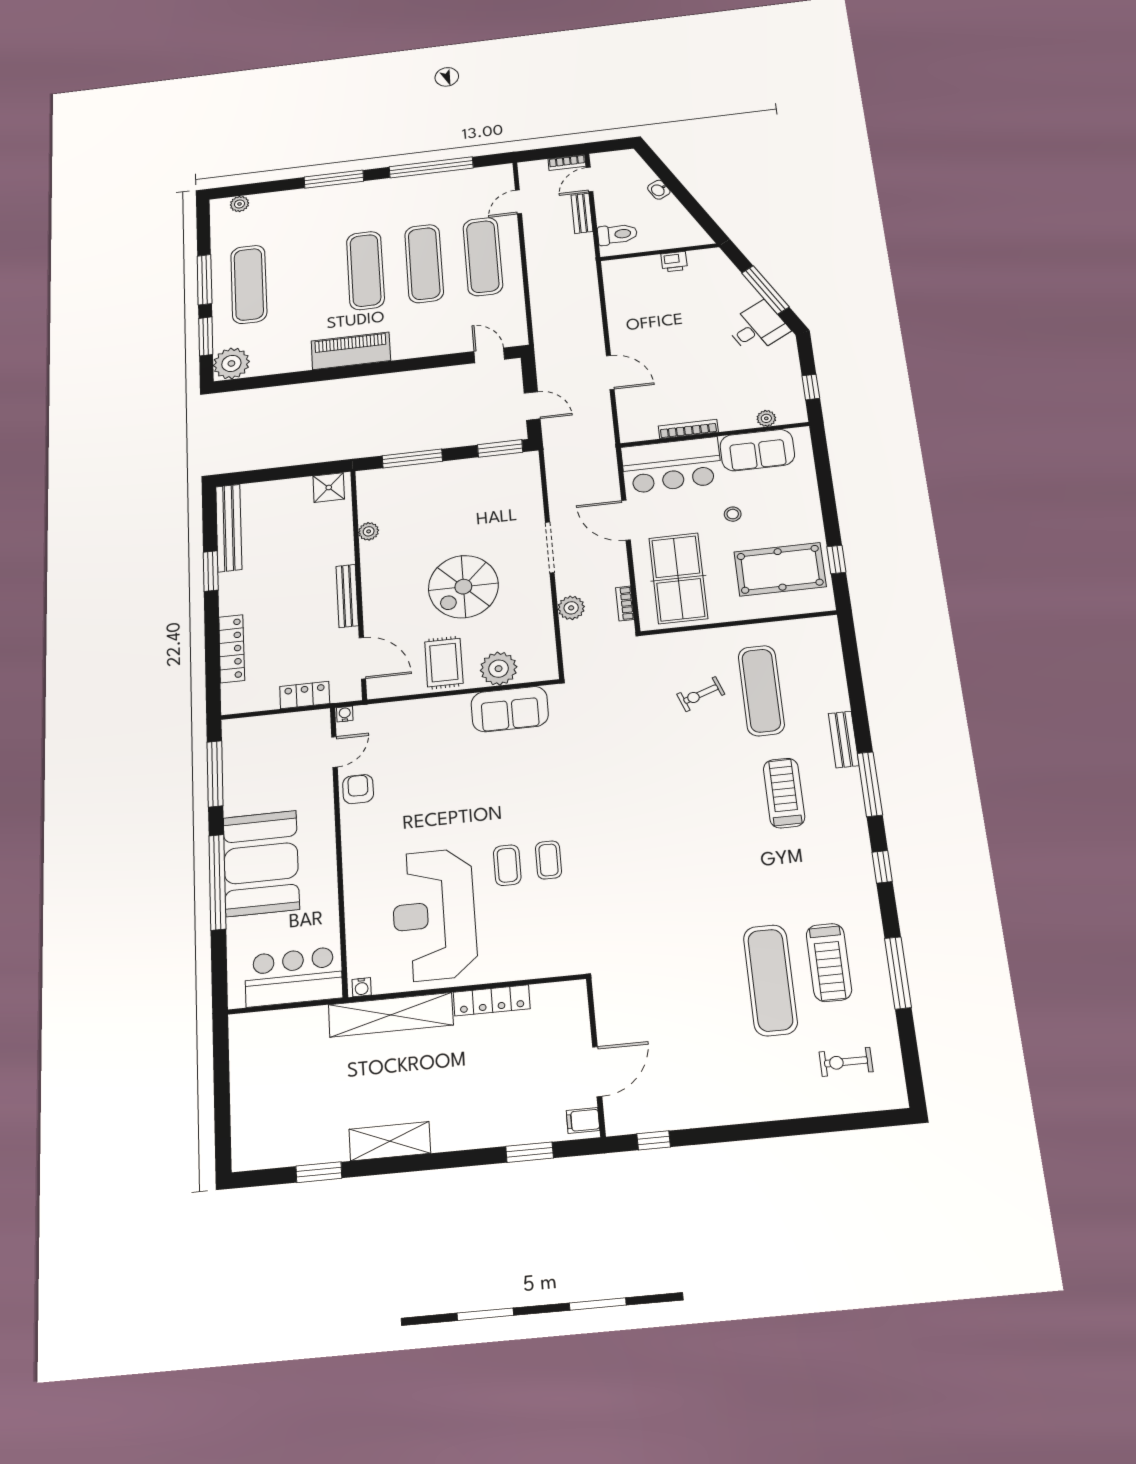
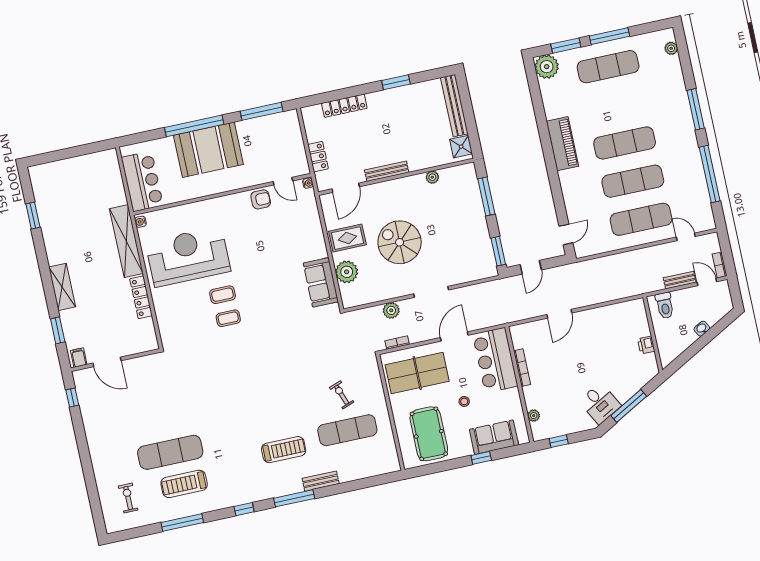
sofa: (757, 450) -> (494, 437), moved, turned 90
bench: (229, 528) -> (454, 106), moved, turned 90
window: (836, 559) -> (481, 458), moved
shelving: (390, 1141) -> (62, 287), moved

